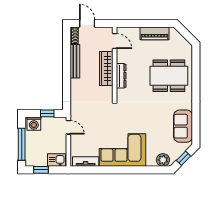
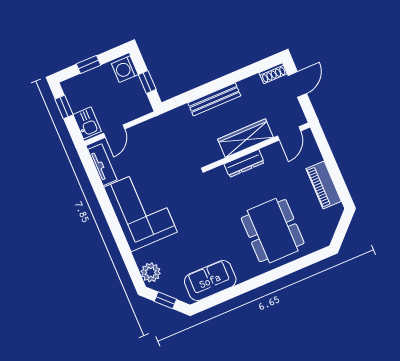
bench: (75, 61) -> (214, 99), moved
door: (68, 127) -> (114, 131), moved
window: (22, 144) -> (88, 65), width x0.46

